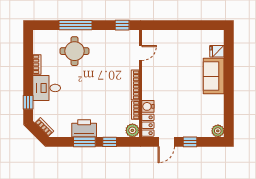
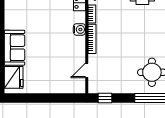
fridge: (217, 51) -> (14, 77), width x1.88, depth x1.34
water cooler: (148, 106) -> (79, 29), moved

